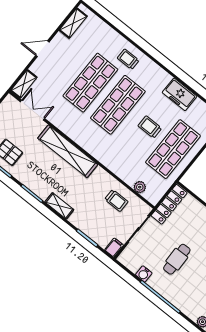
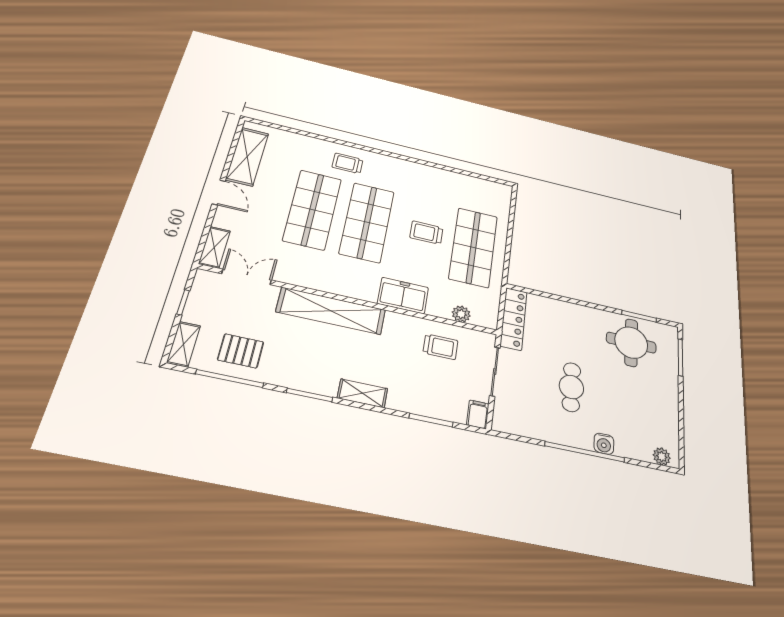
shelving: (73, 23) -> (247, 157), width x1.50, depth x1.33
door: (42, 49) -> (219, 192), swing flipped
freezer: (180, 94) -> (403, 296), moved, turned 180
water cooler: (144, 274) -> (604, 444), moved

